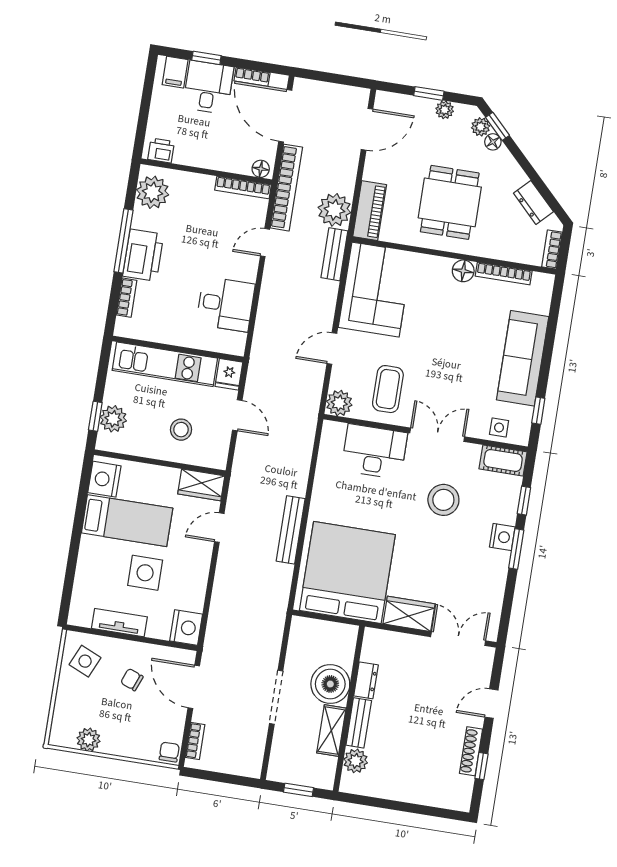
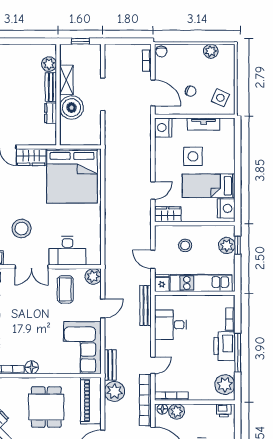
plant: (238, 161) -> (177, 412), added
piano: (370, 211) -> (91, 401), width x1.37, depth x1.33
bench: (291, 530) -> (146, 305), moved

